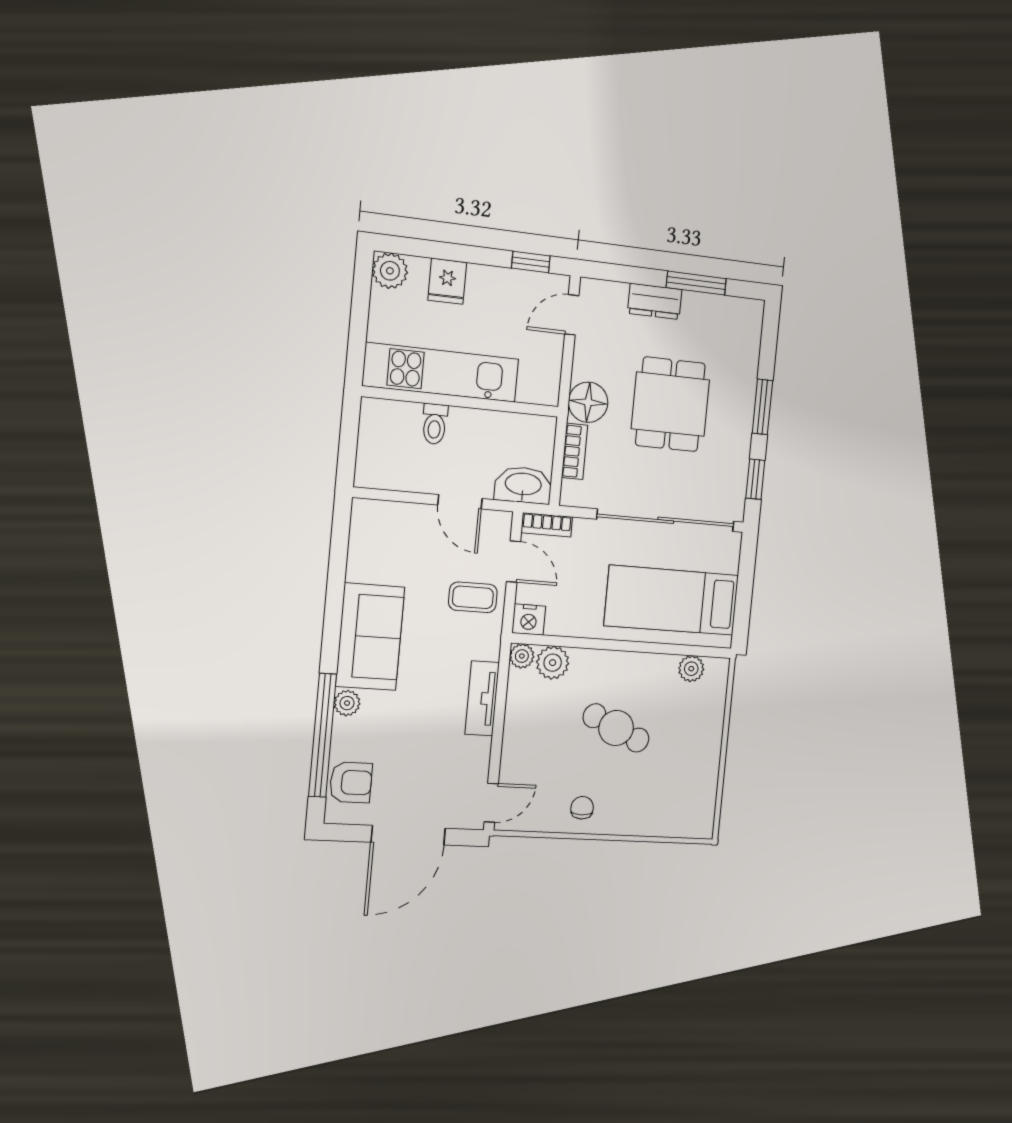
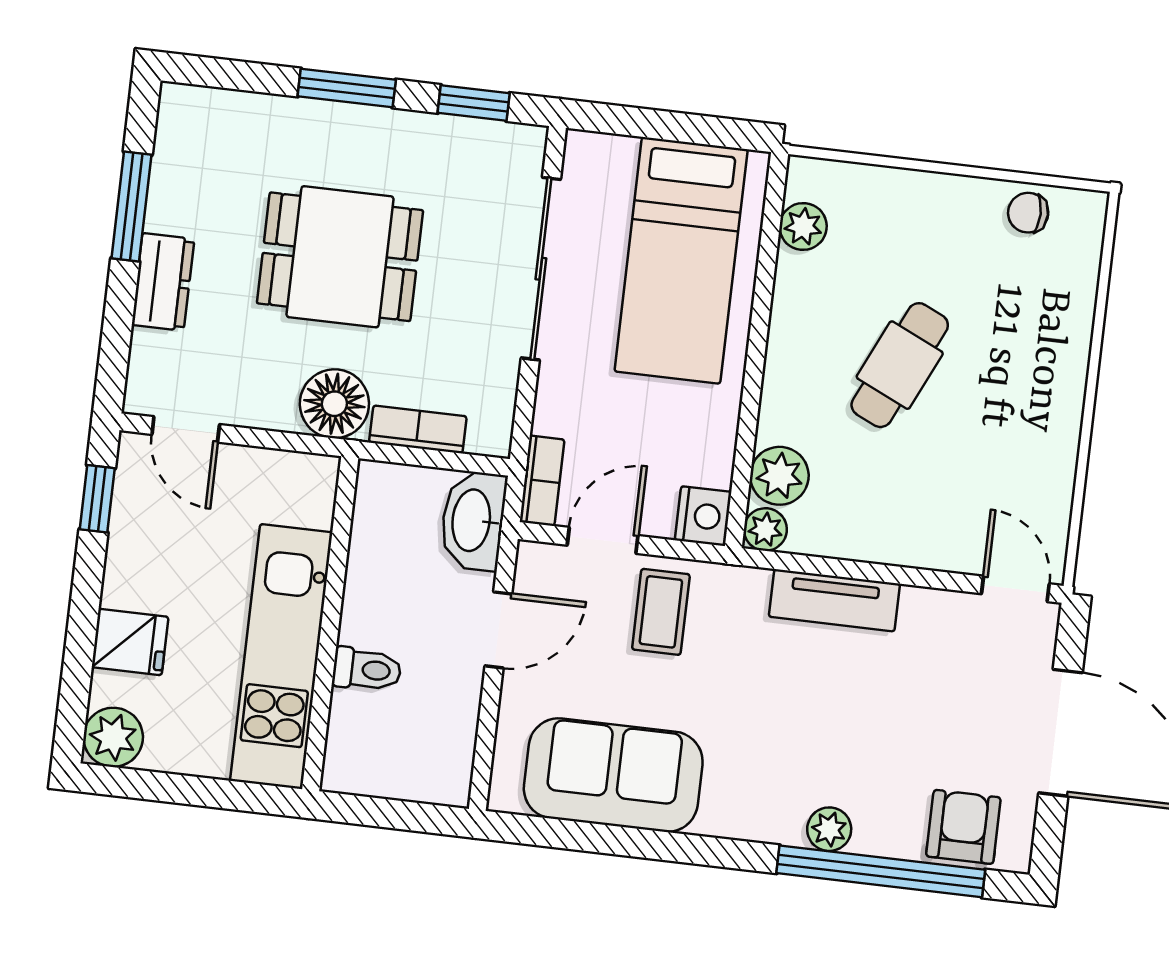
sliding door: (666, 520) -> (541, 269), width x0.73
sofa: (370, 637) -> (613, 775), moved
chair: (582, 808) -> (1028, 213), moved

